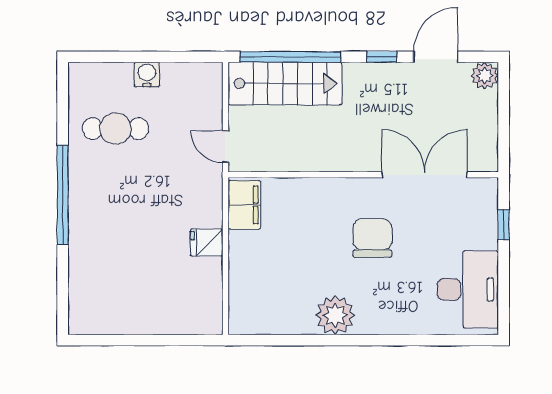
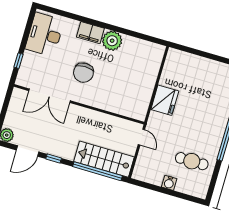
filing cabinet: (244, 205) -> (90, 33), moved, turned -90
fridge: (207, 242) -> (165, 100), width x1.88, depth x1.34

